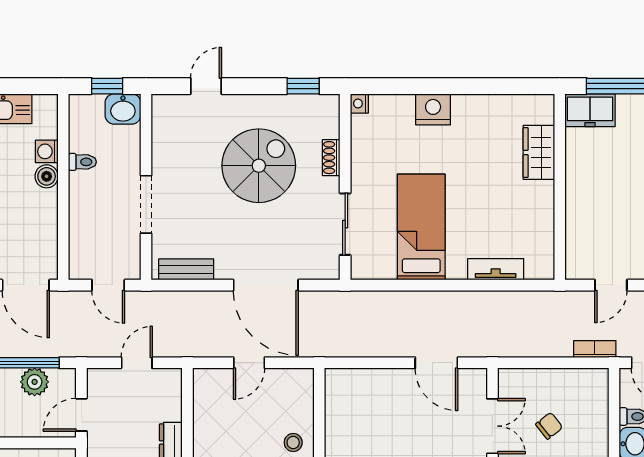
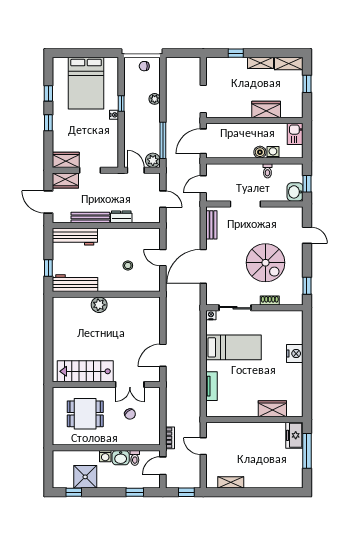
nightstand: (359, 103) -> (211, 315), moved
plant: (35, 382) -> (153, 160), moved
stool: (293, 443) -> (128, 265), moved

